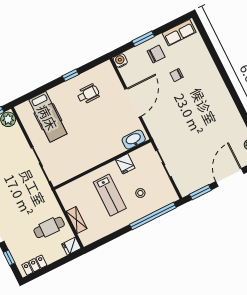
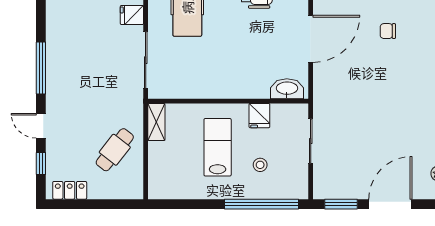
lab bench: (110, 195) -> (218, 147), turned 180
shelving: (76, 220) -> (156, 122), moved
cafe table: (49, 227) -> (115, 150), turned -53
fridge: (71, 246) -> (132, 15), moved

